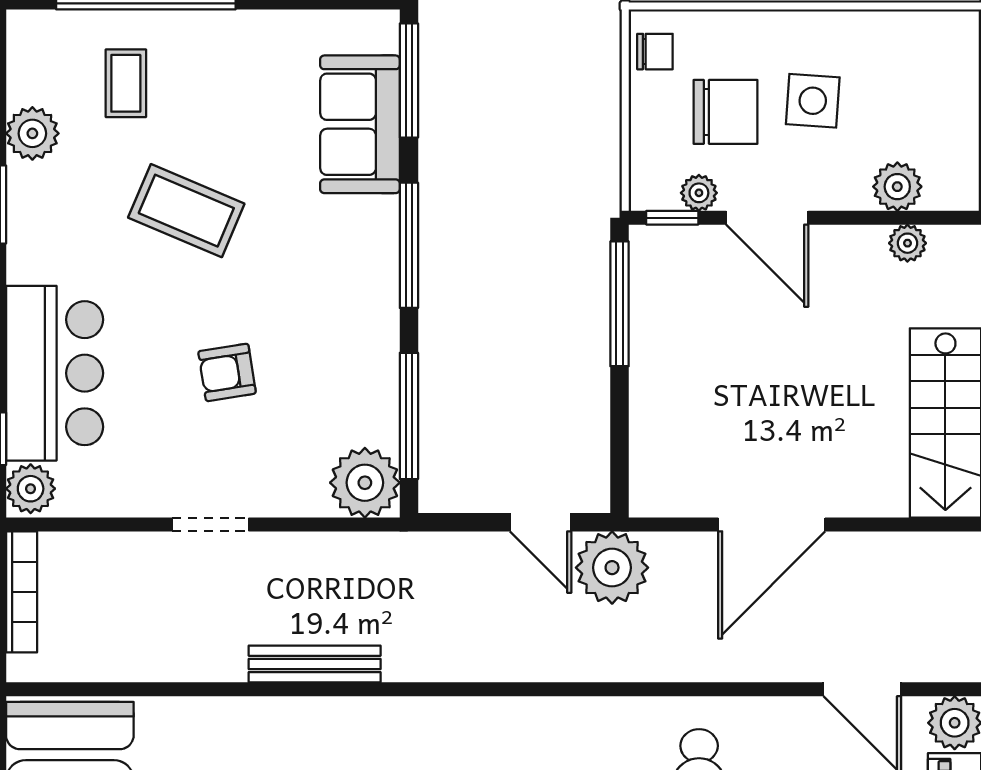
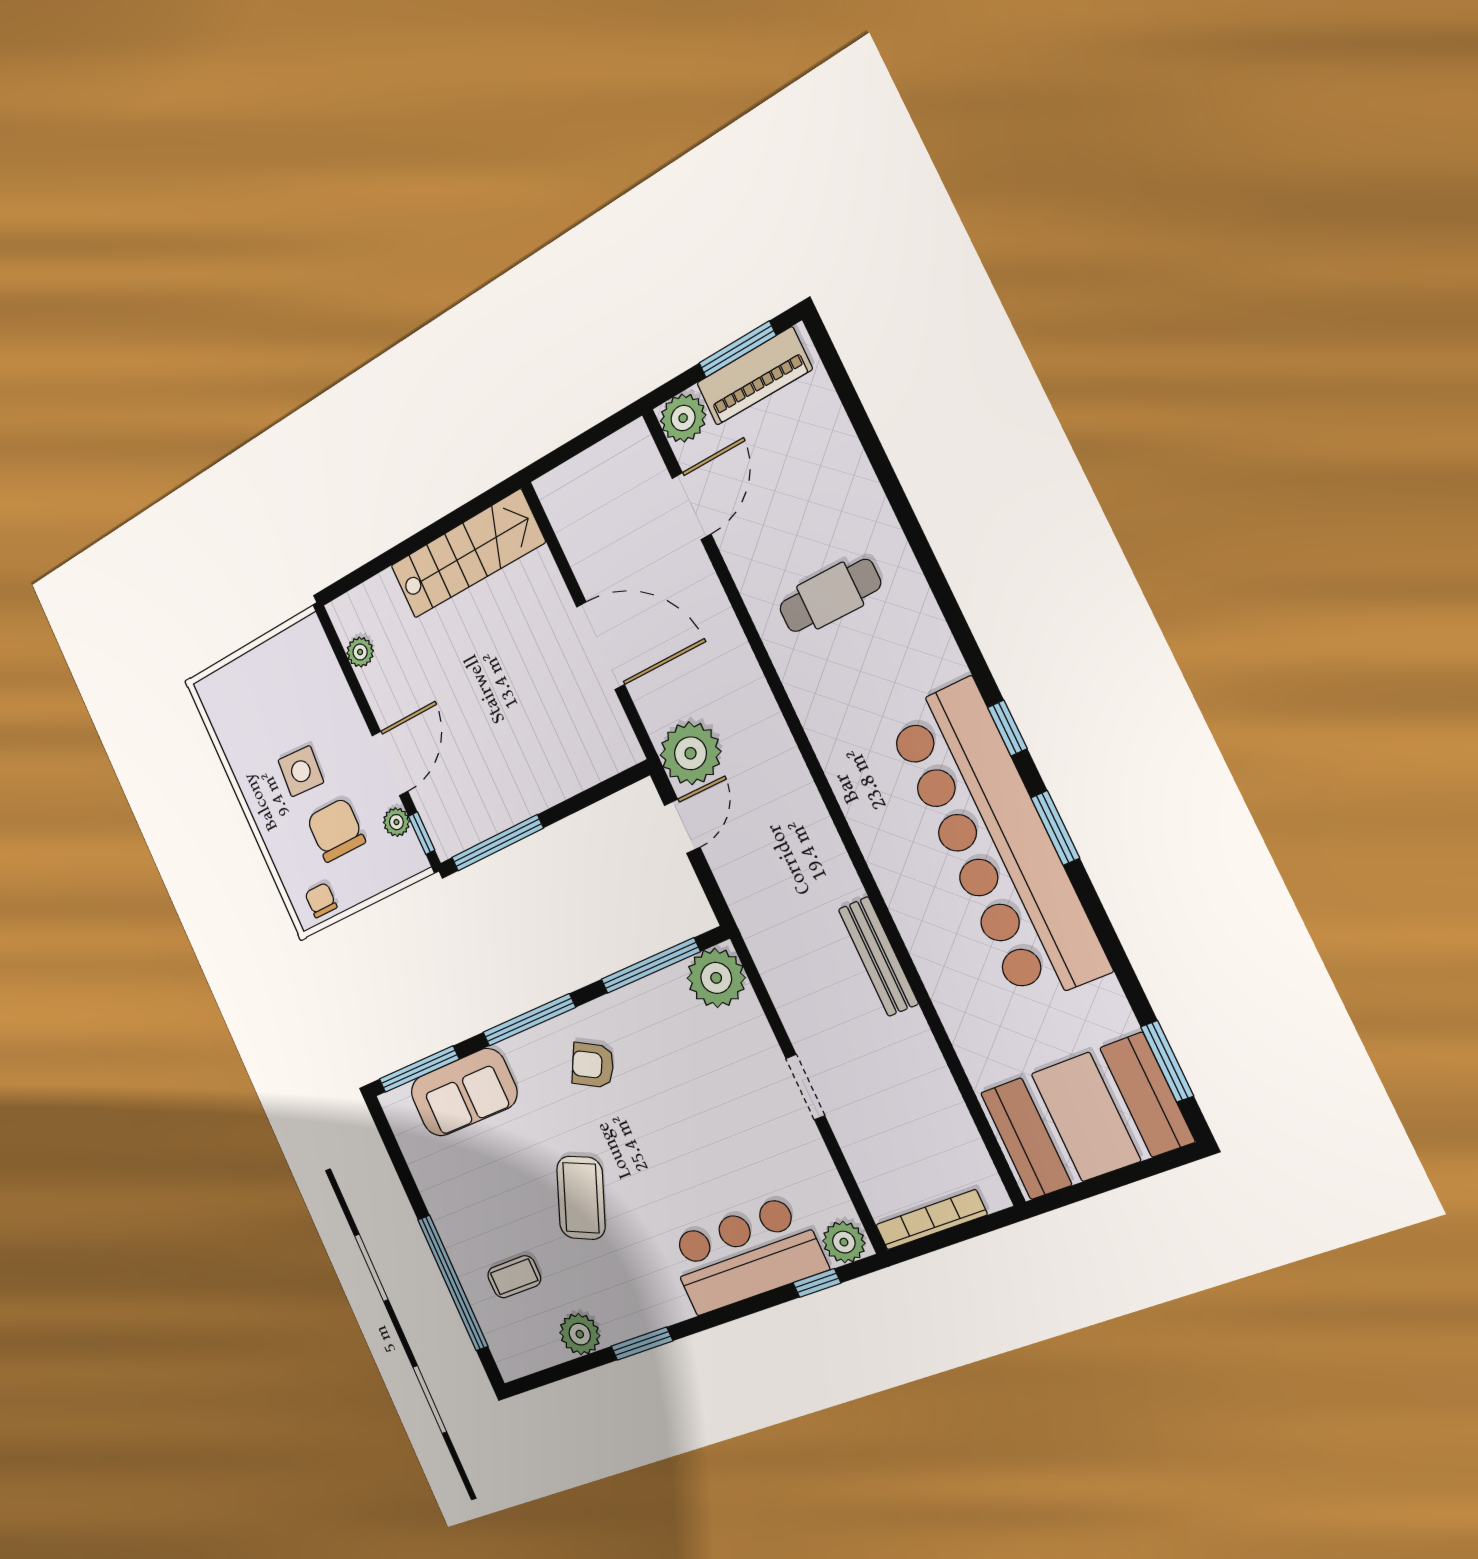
plant: (897, 187) -> (327, 680), removed
armchair: (227, 372) -> (593, 1065), moved, turned 128

